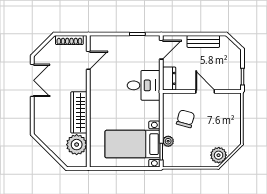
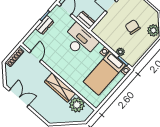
dresser: (128, 42) -> (45, 25), added
desk: (144, 85) -> (80, 41), width x1.37
chair: (185, 119) -> (133, 27), moved

